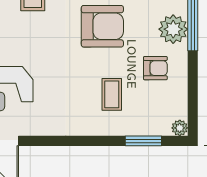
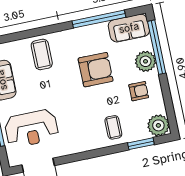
coffee table: (112, 94) -> (113, 127), moved
plant: (180, 128) -> (158, 125), width x1.87, depth x1.87

